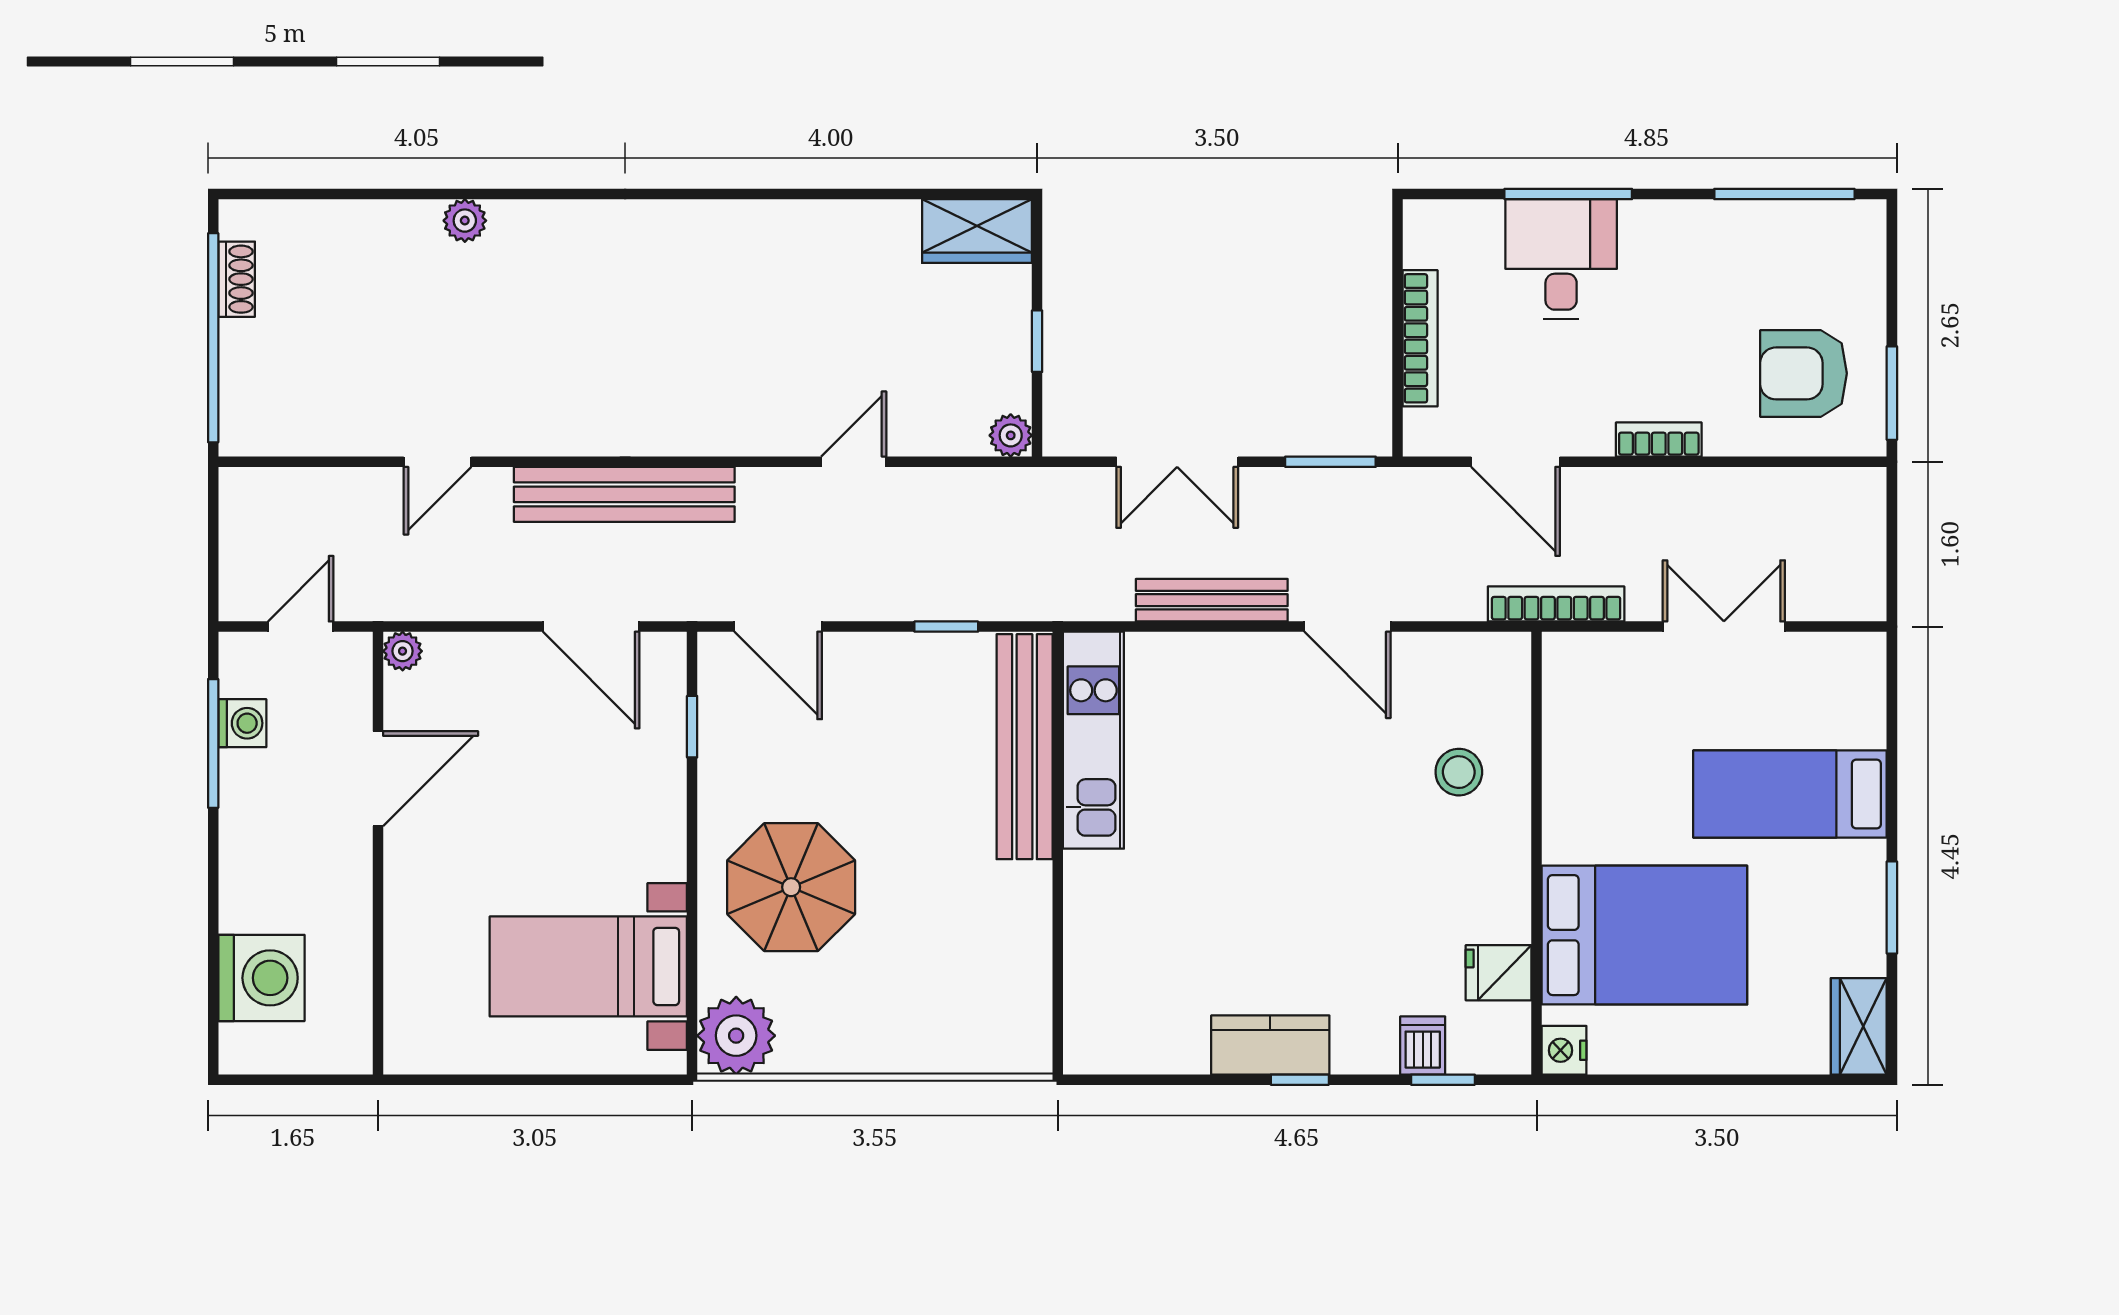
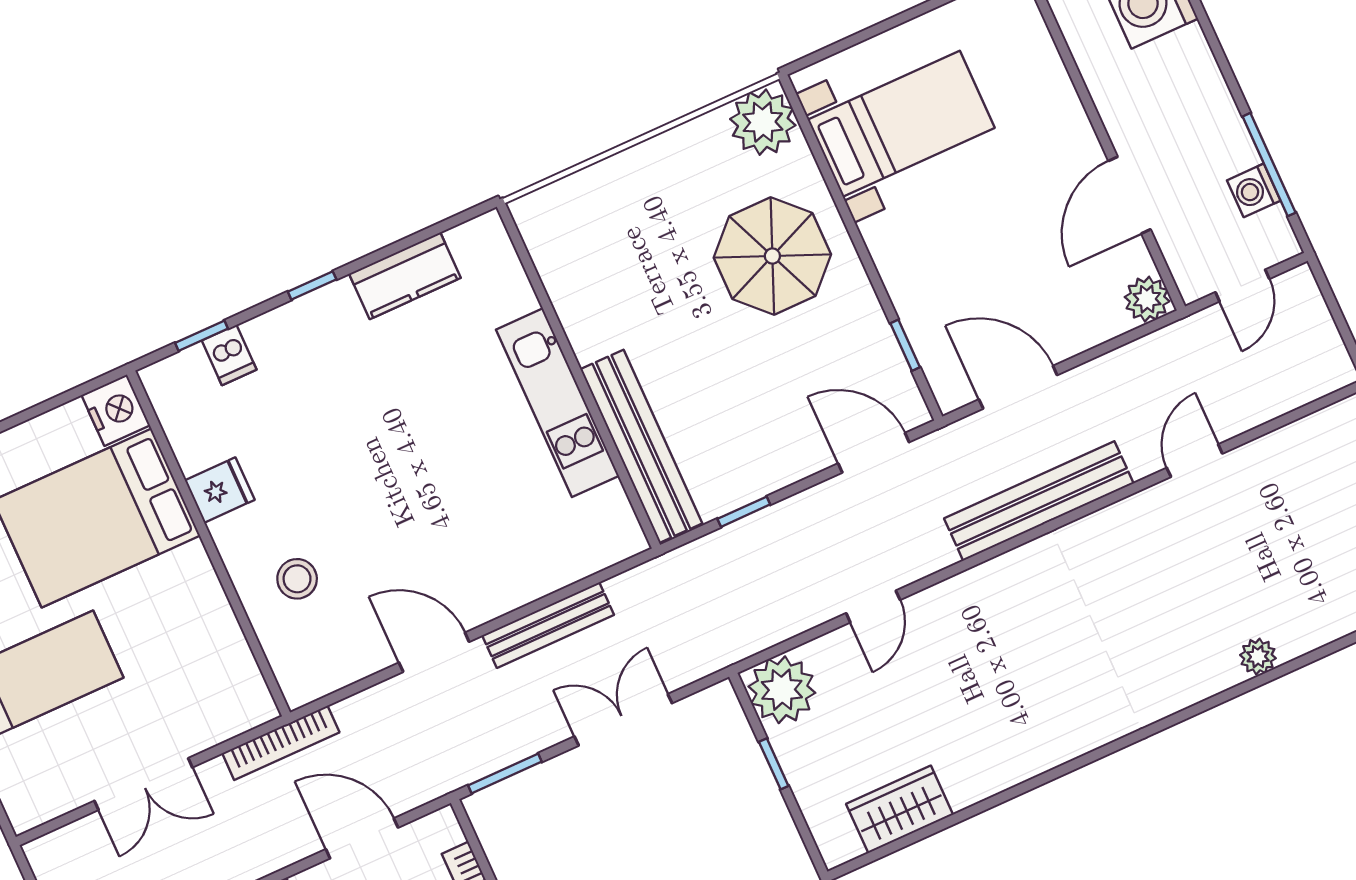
wardrobe: (977, 231) -> (900, 809), moved
plant: (1011, 435) -> (782, 690), width x1.88, depth x1.88
plant: (403, 651) -> (1147, 299), width x1.38, depth x1.38
kitchen unit: (1093, 740) -> (557, 403), moved
fridge: (1499, 973) -> (220, 490), moved
kitchen counter: (1270, 1045) -> (405, 276), moved
nightstand: (1564, 1050) -> (116, 410), width x1.36, depth x1.33

